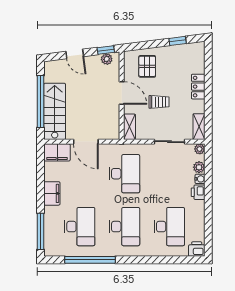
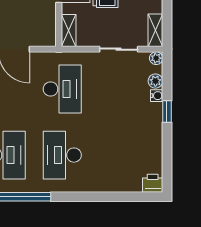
printer: (198, 192) -> (154, 112), removed
window: (208, 192) -> (167, 111), added
desk: (124, 227) -> (62, 155), turned 180
desk: (169, 227) -> (118, 155), removed

